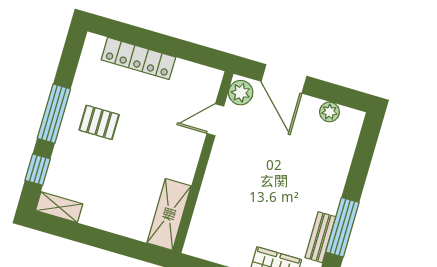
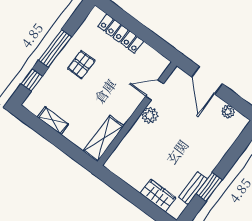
plant: (241, 93) -> (150, 115), moved
pallet: (99, 122) -> (81, 65), turned 90
shelving: (59, 207) -> (53, 121), moved
window: (342, 227) -> (209, 187), width x0.69

